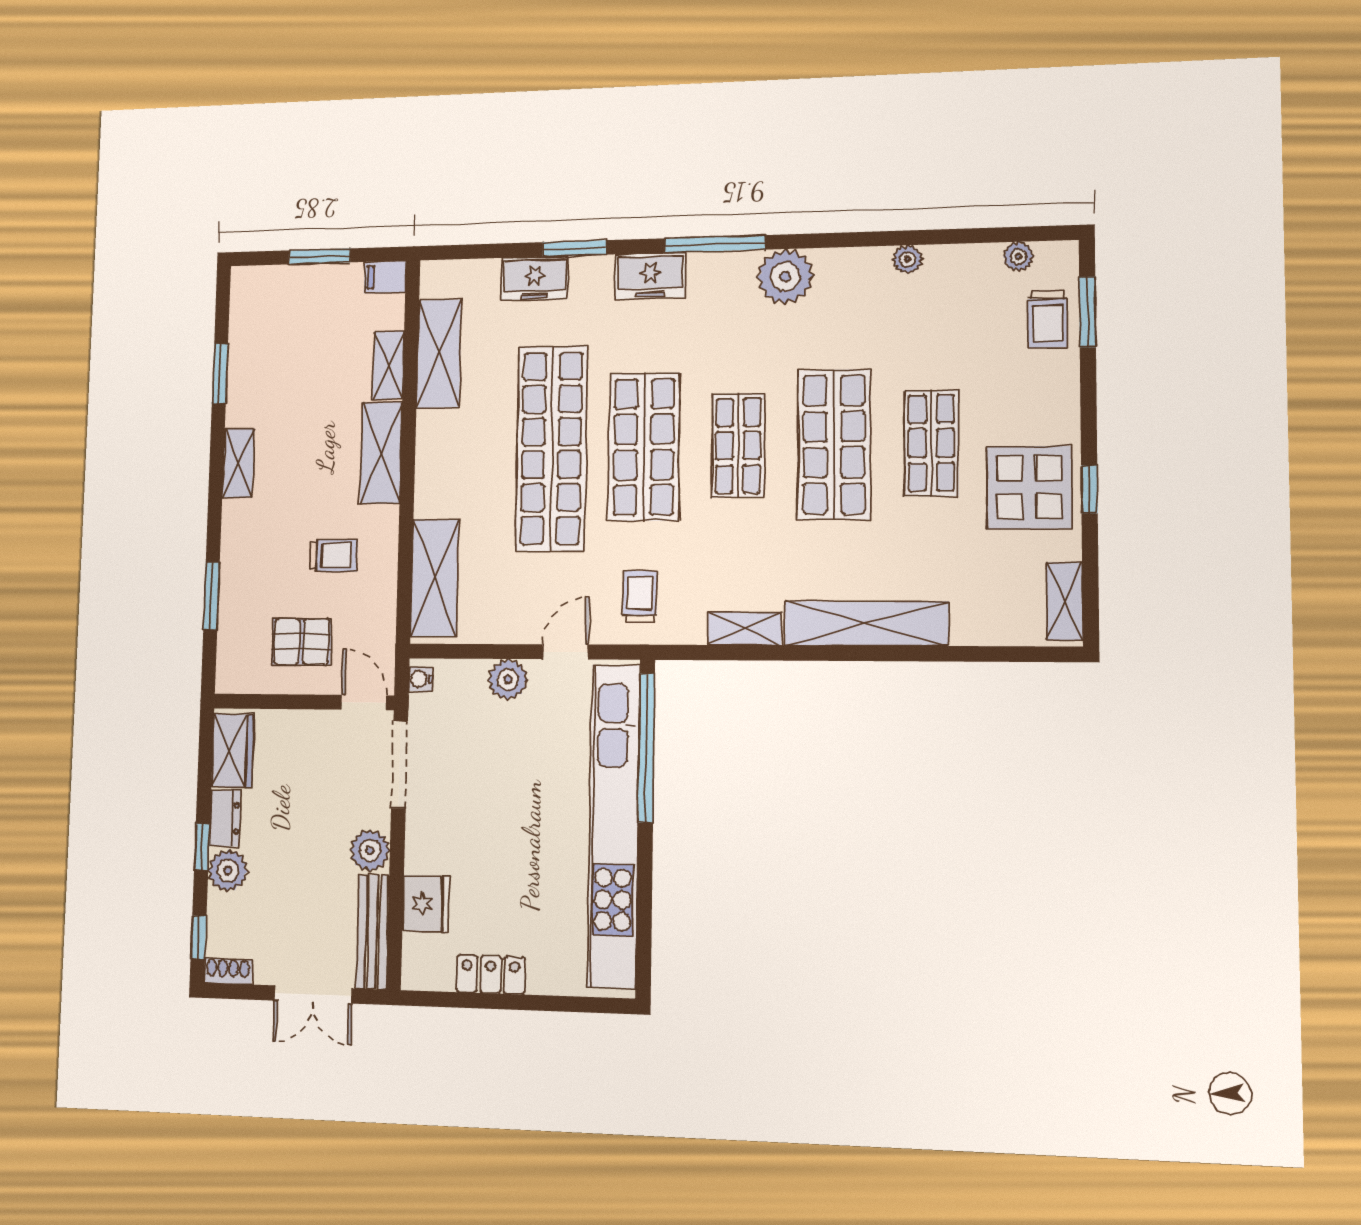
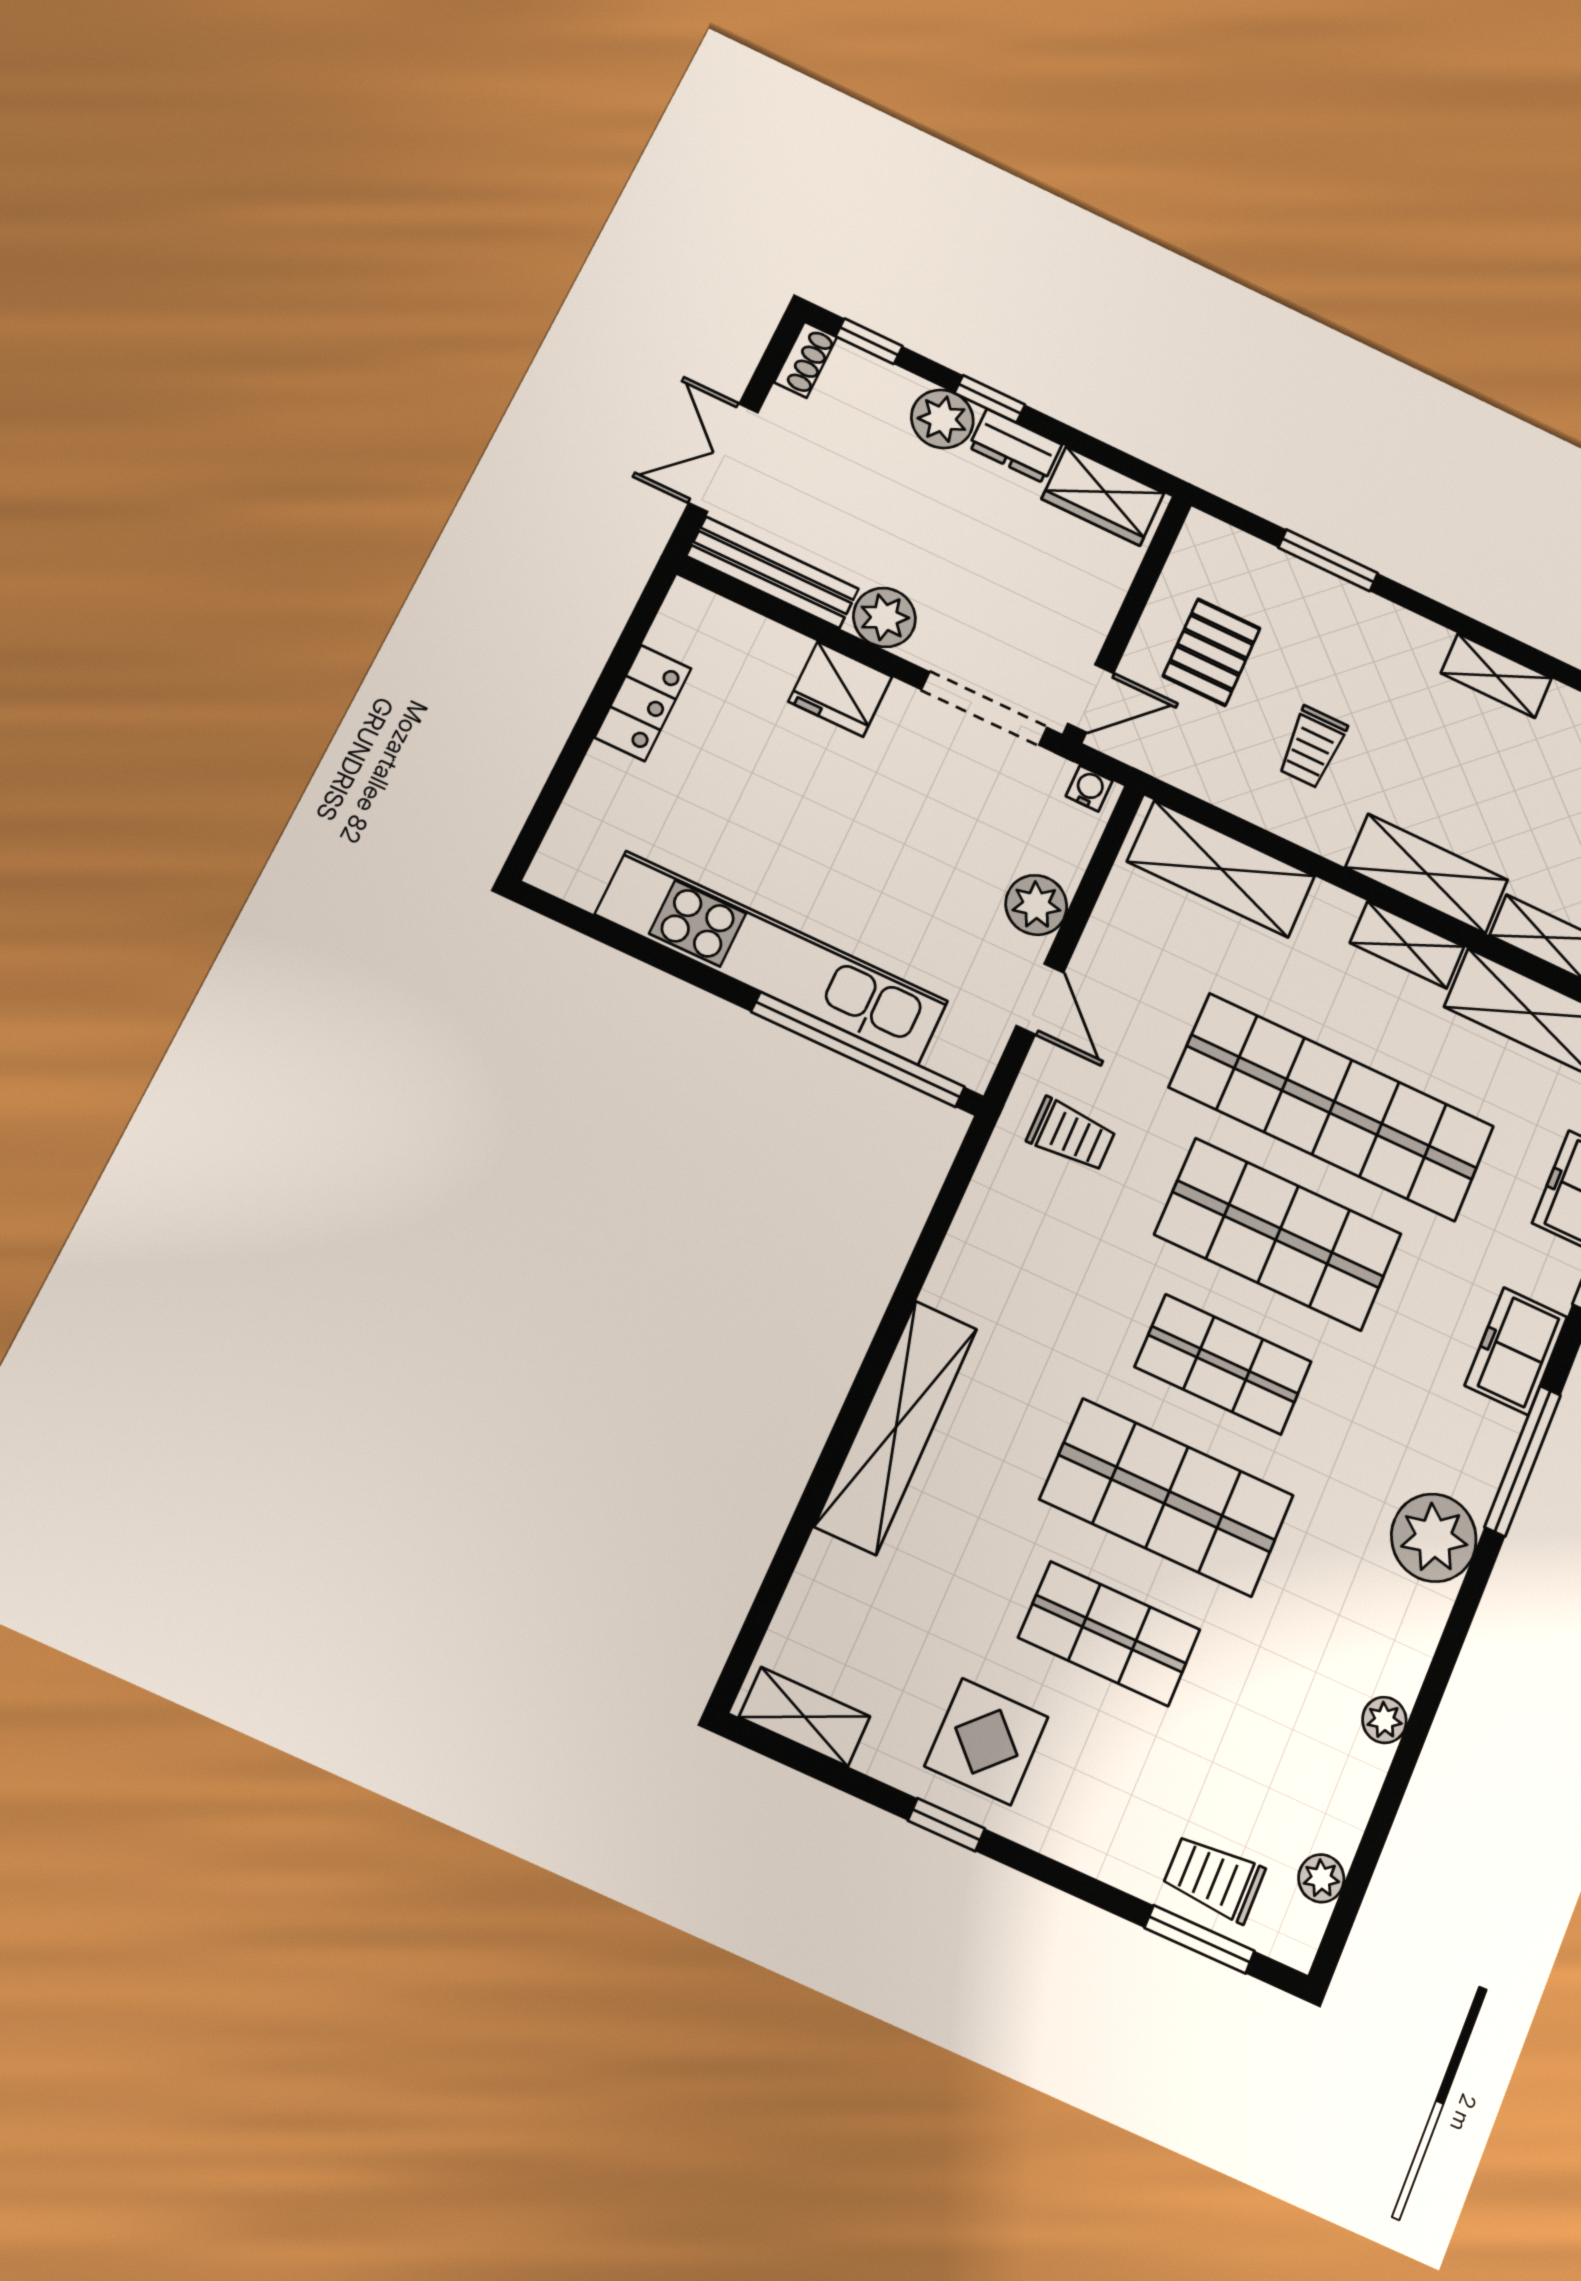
display table: (1029, 487) -> (986, 1742), width x0.73, depth x0.73
shelving: (745, 629) -> (1407, 945), moved, turned 90
kitchen unit: (614, 825) -> (772, 958), width x0.73
fridge: (426, 904) -> (840, 689), moved

